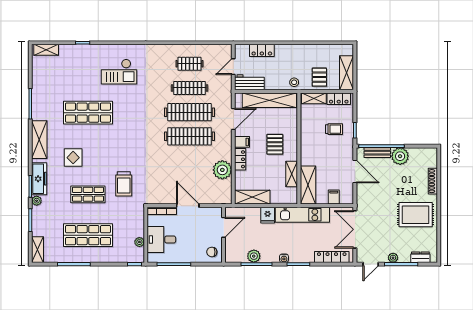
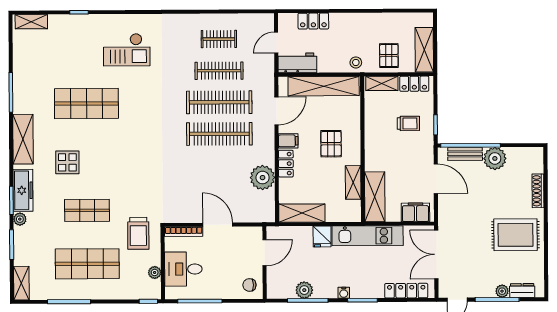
trolley: (124, 184) -> (138, 233), moved
filing cabinet: (334, 197) -> (415, 212), width x2.00
plant: (393, 258) -> (502, 291), moved

